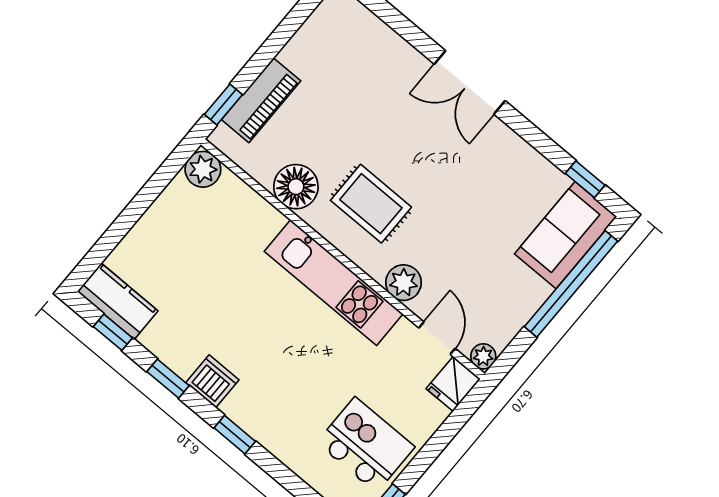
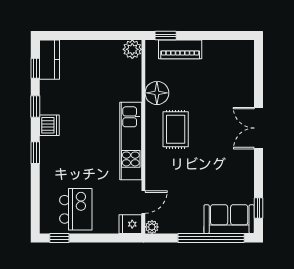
plant: (404, 283) -> (155, 169), removed

